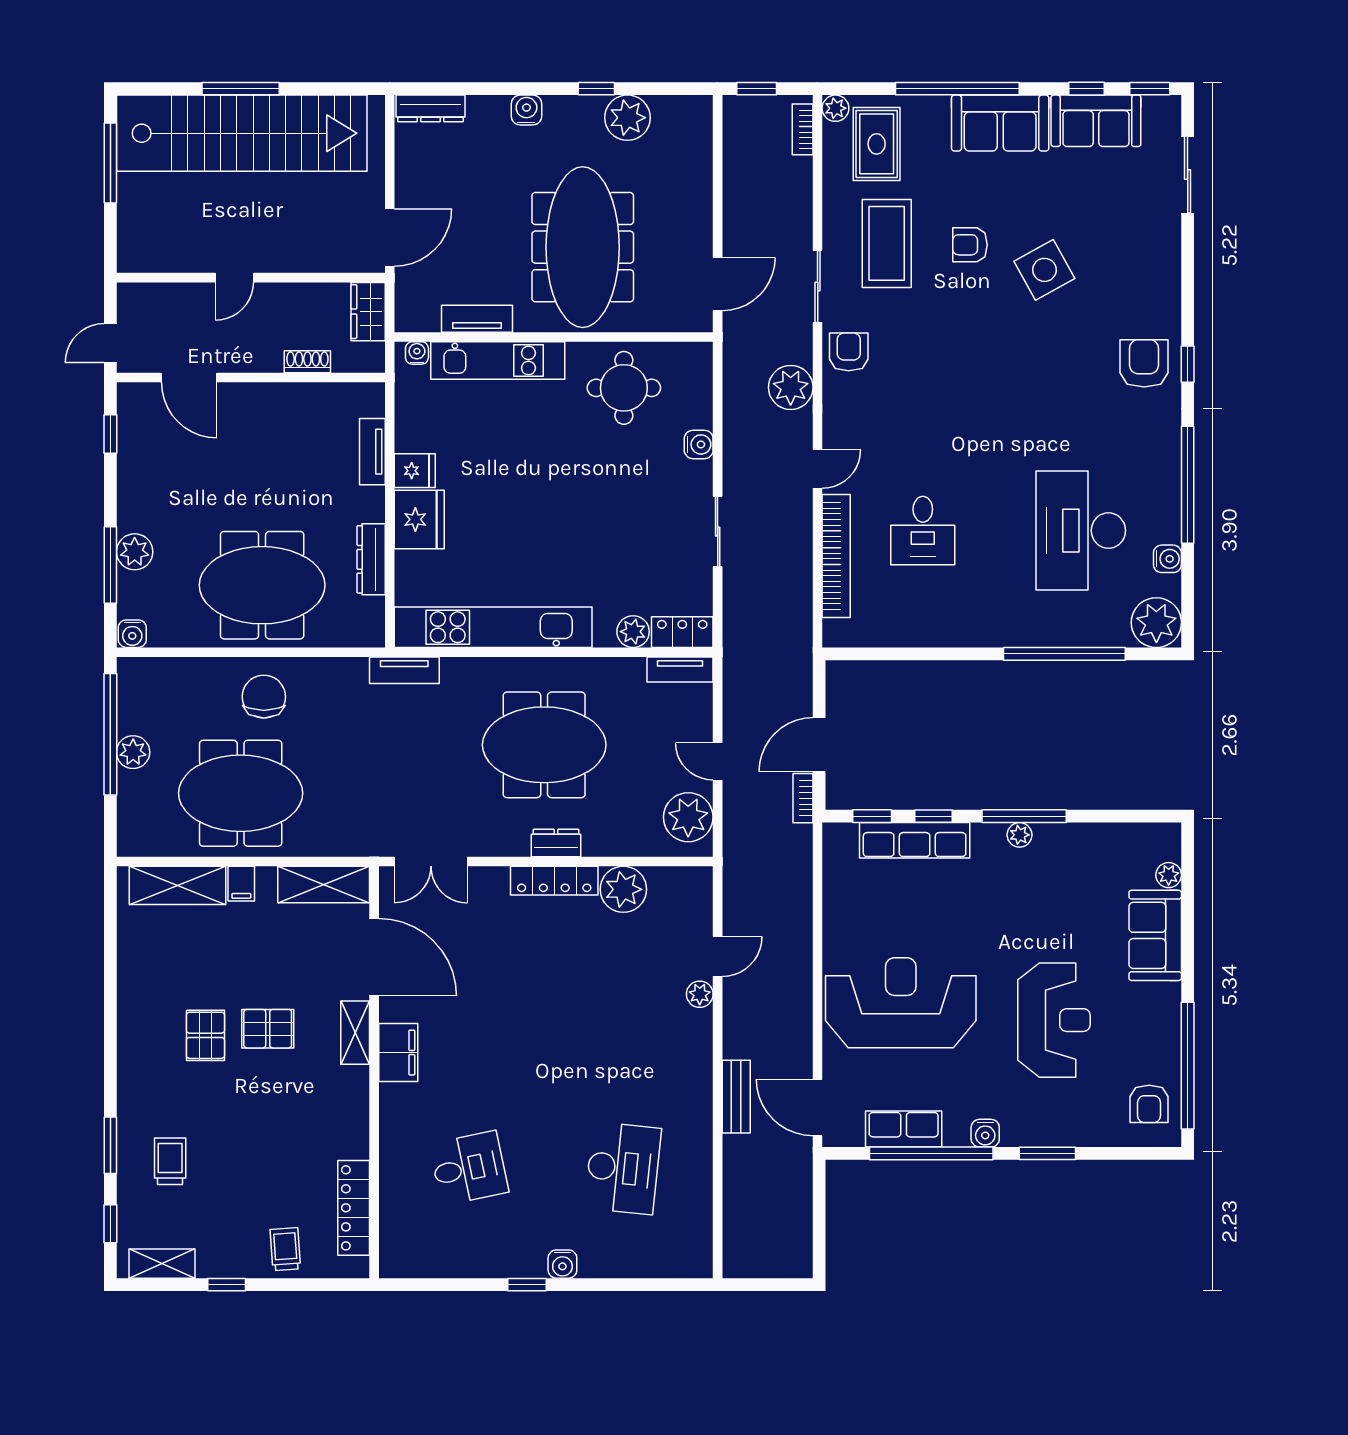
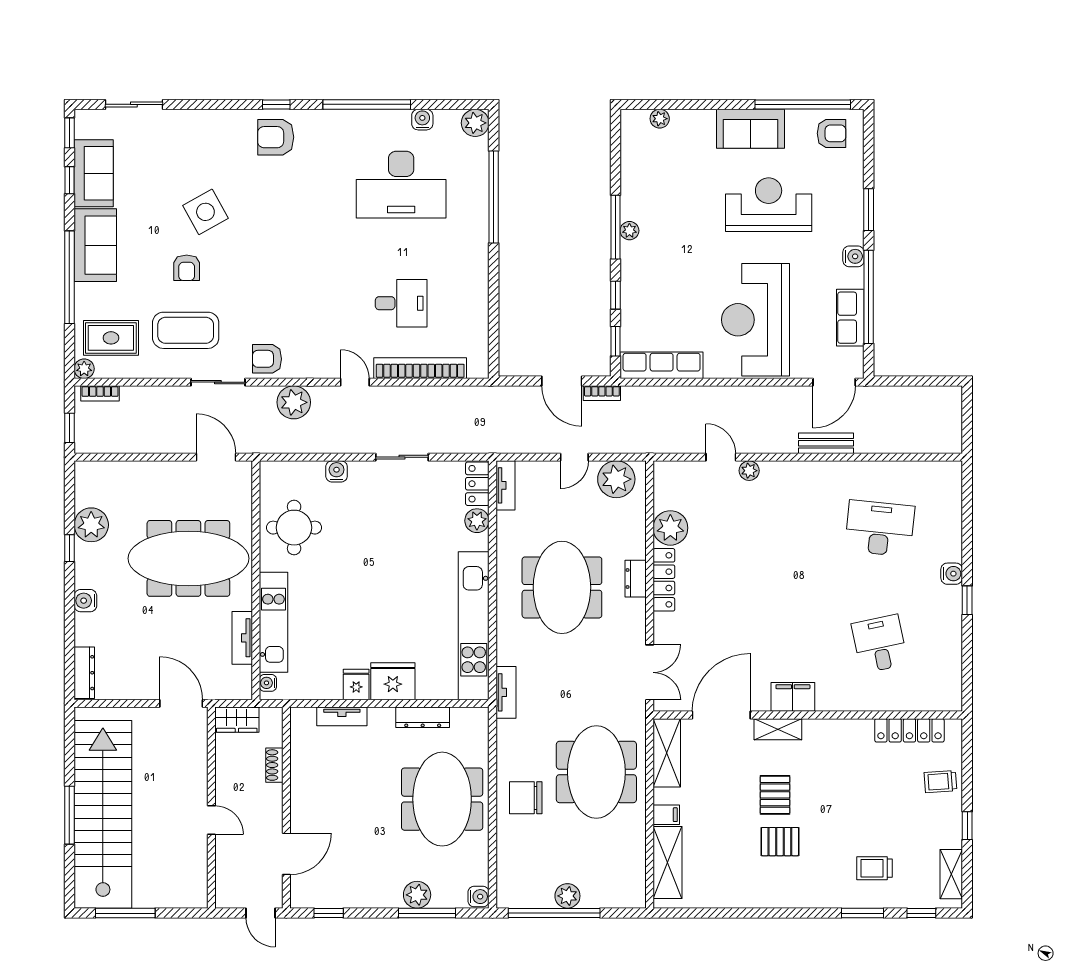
plant: (1156, 623) -> (475, 123), width x0.73, depth x0.73
meeting table: (241, 793) -> (596, 772), moved
row of seats: (915, 840) -> (662, 365), moved, turned -90
sofa: (1155, 935) -> (750, 129), moved

